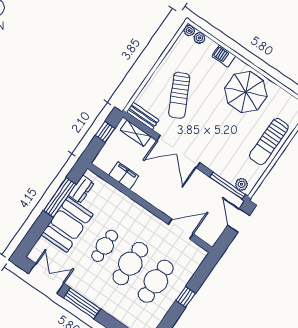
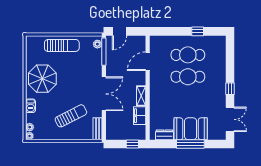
window: (105, 132) -> (132, 144), moved
shelving: (135, 133) -> (141, 96), moved
window: (60, 197) -> (190, 144), moved
door: (181, 229) -> (148, 61), hinge flipped
cafe table: (105, 246) -> (188, 99), removed
double door: (46, 278) -> (230, 119), swing flipped
window: (186, 297) -> (198, 31), moved
window: (82, 303) -> (230, 89), width x0.46

